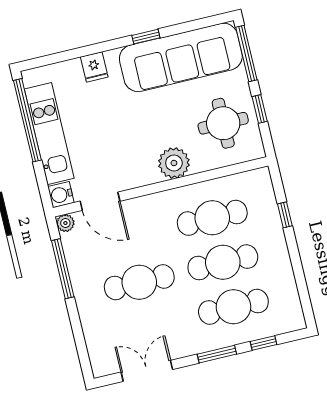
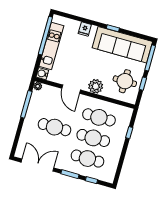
door: (100, 201) -> (71, 89), moved
double door: (147, 371) -> (38, 165), width x1.37

